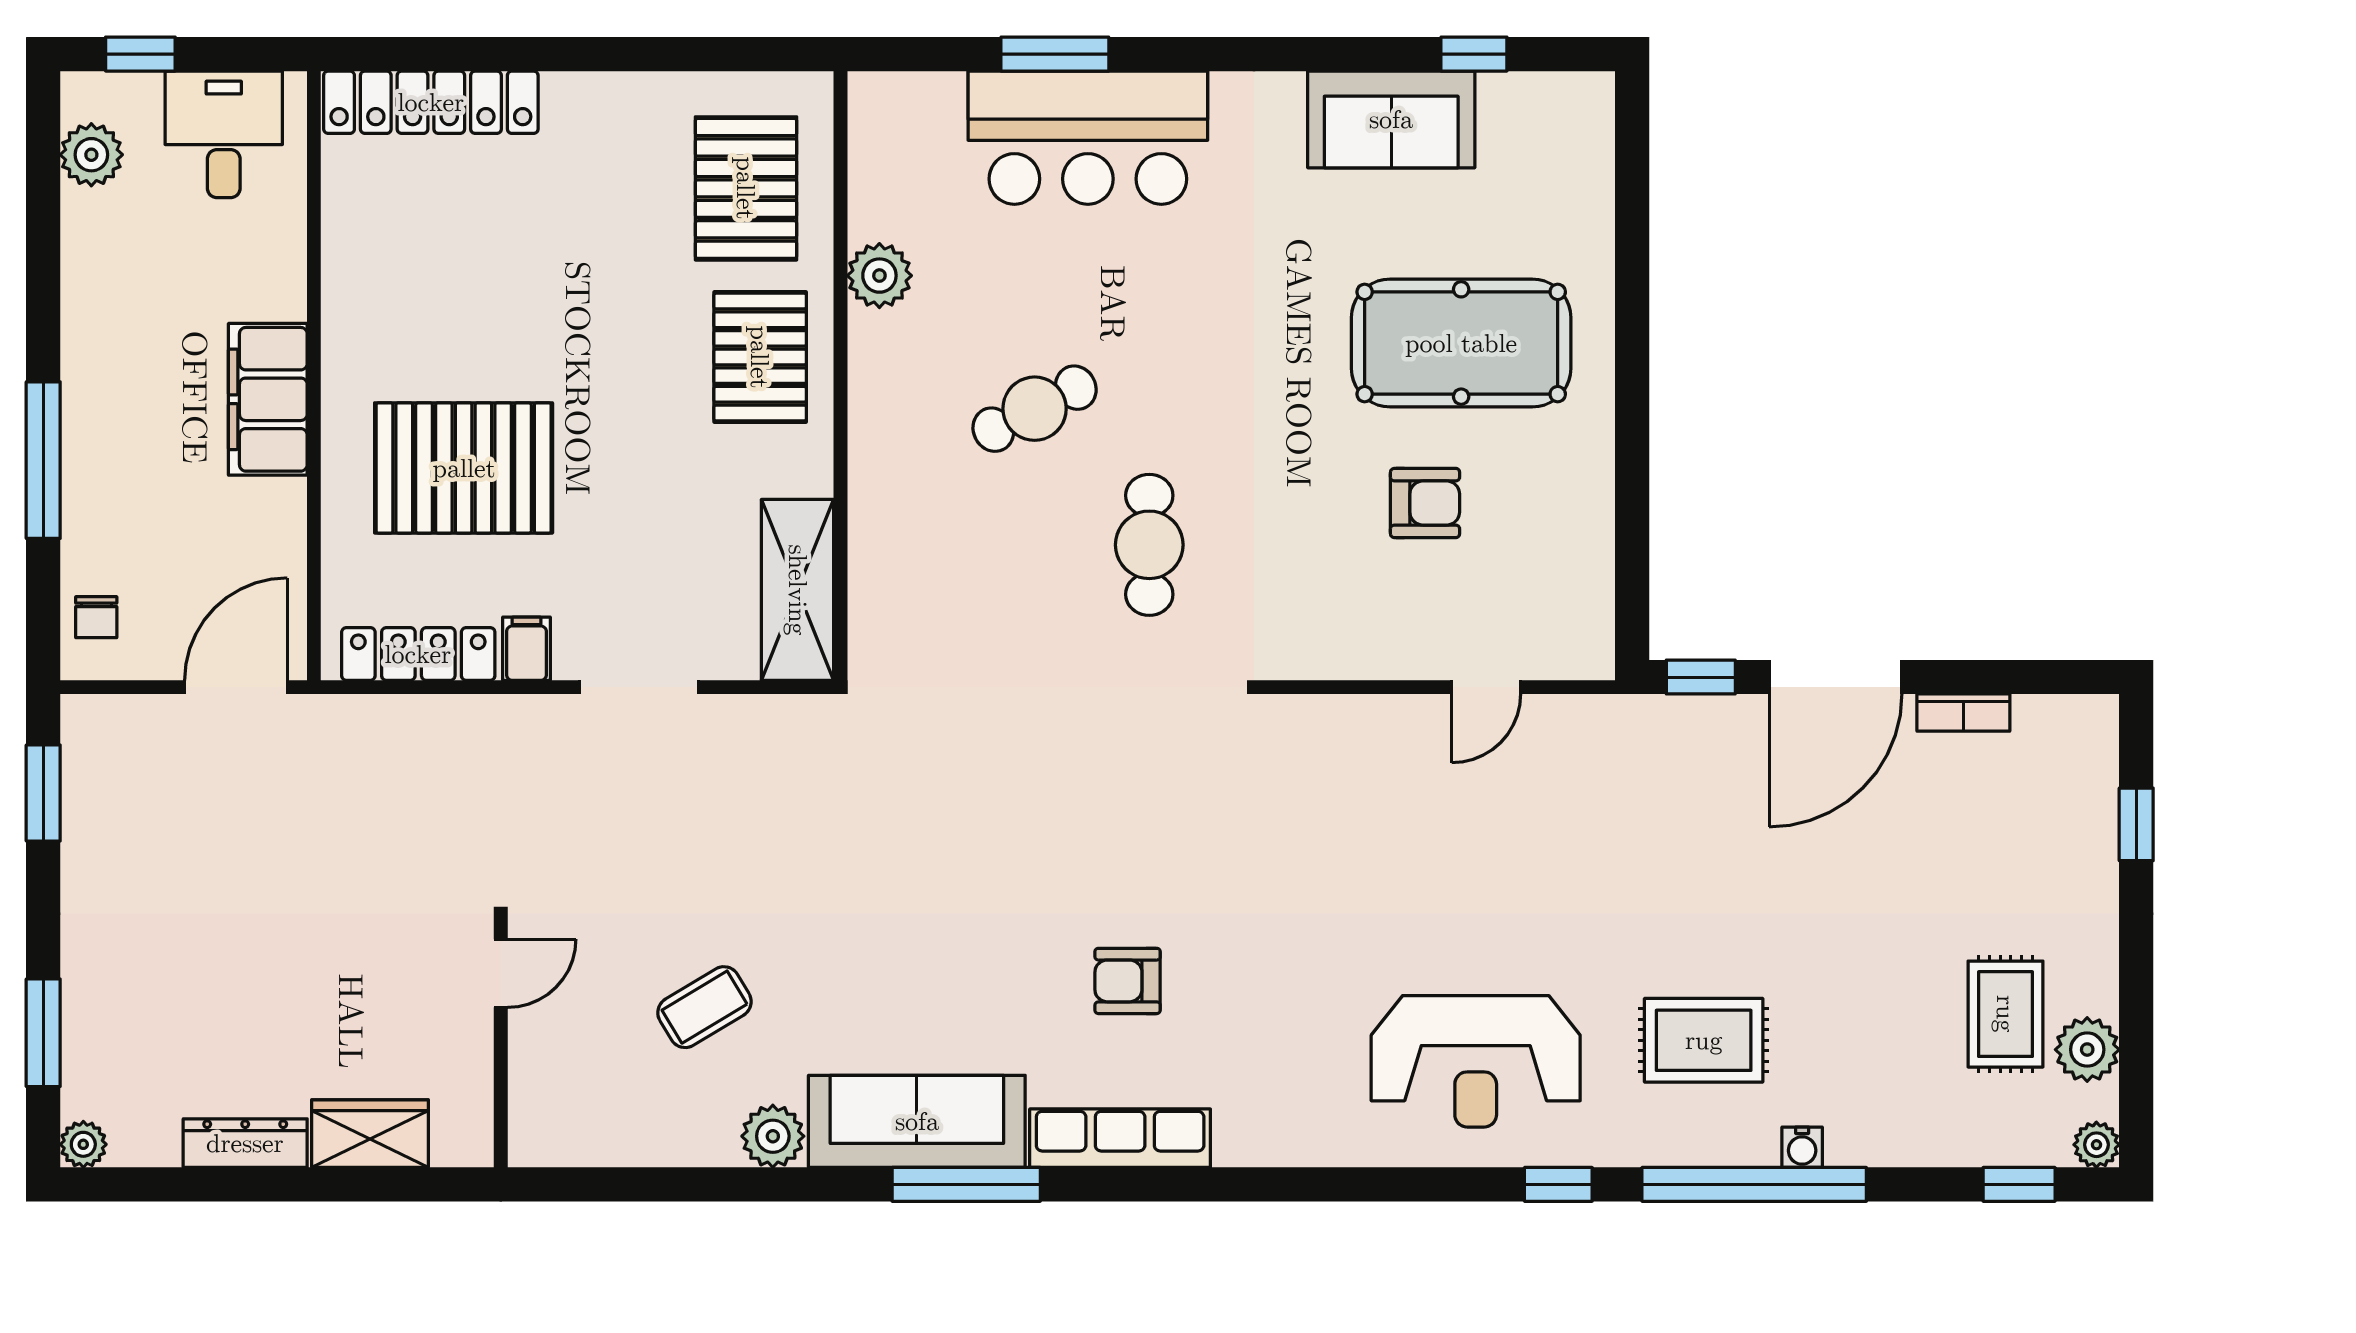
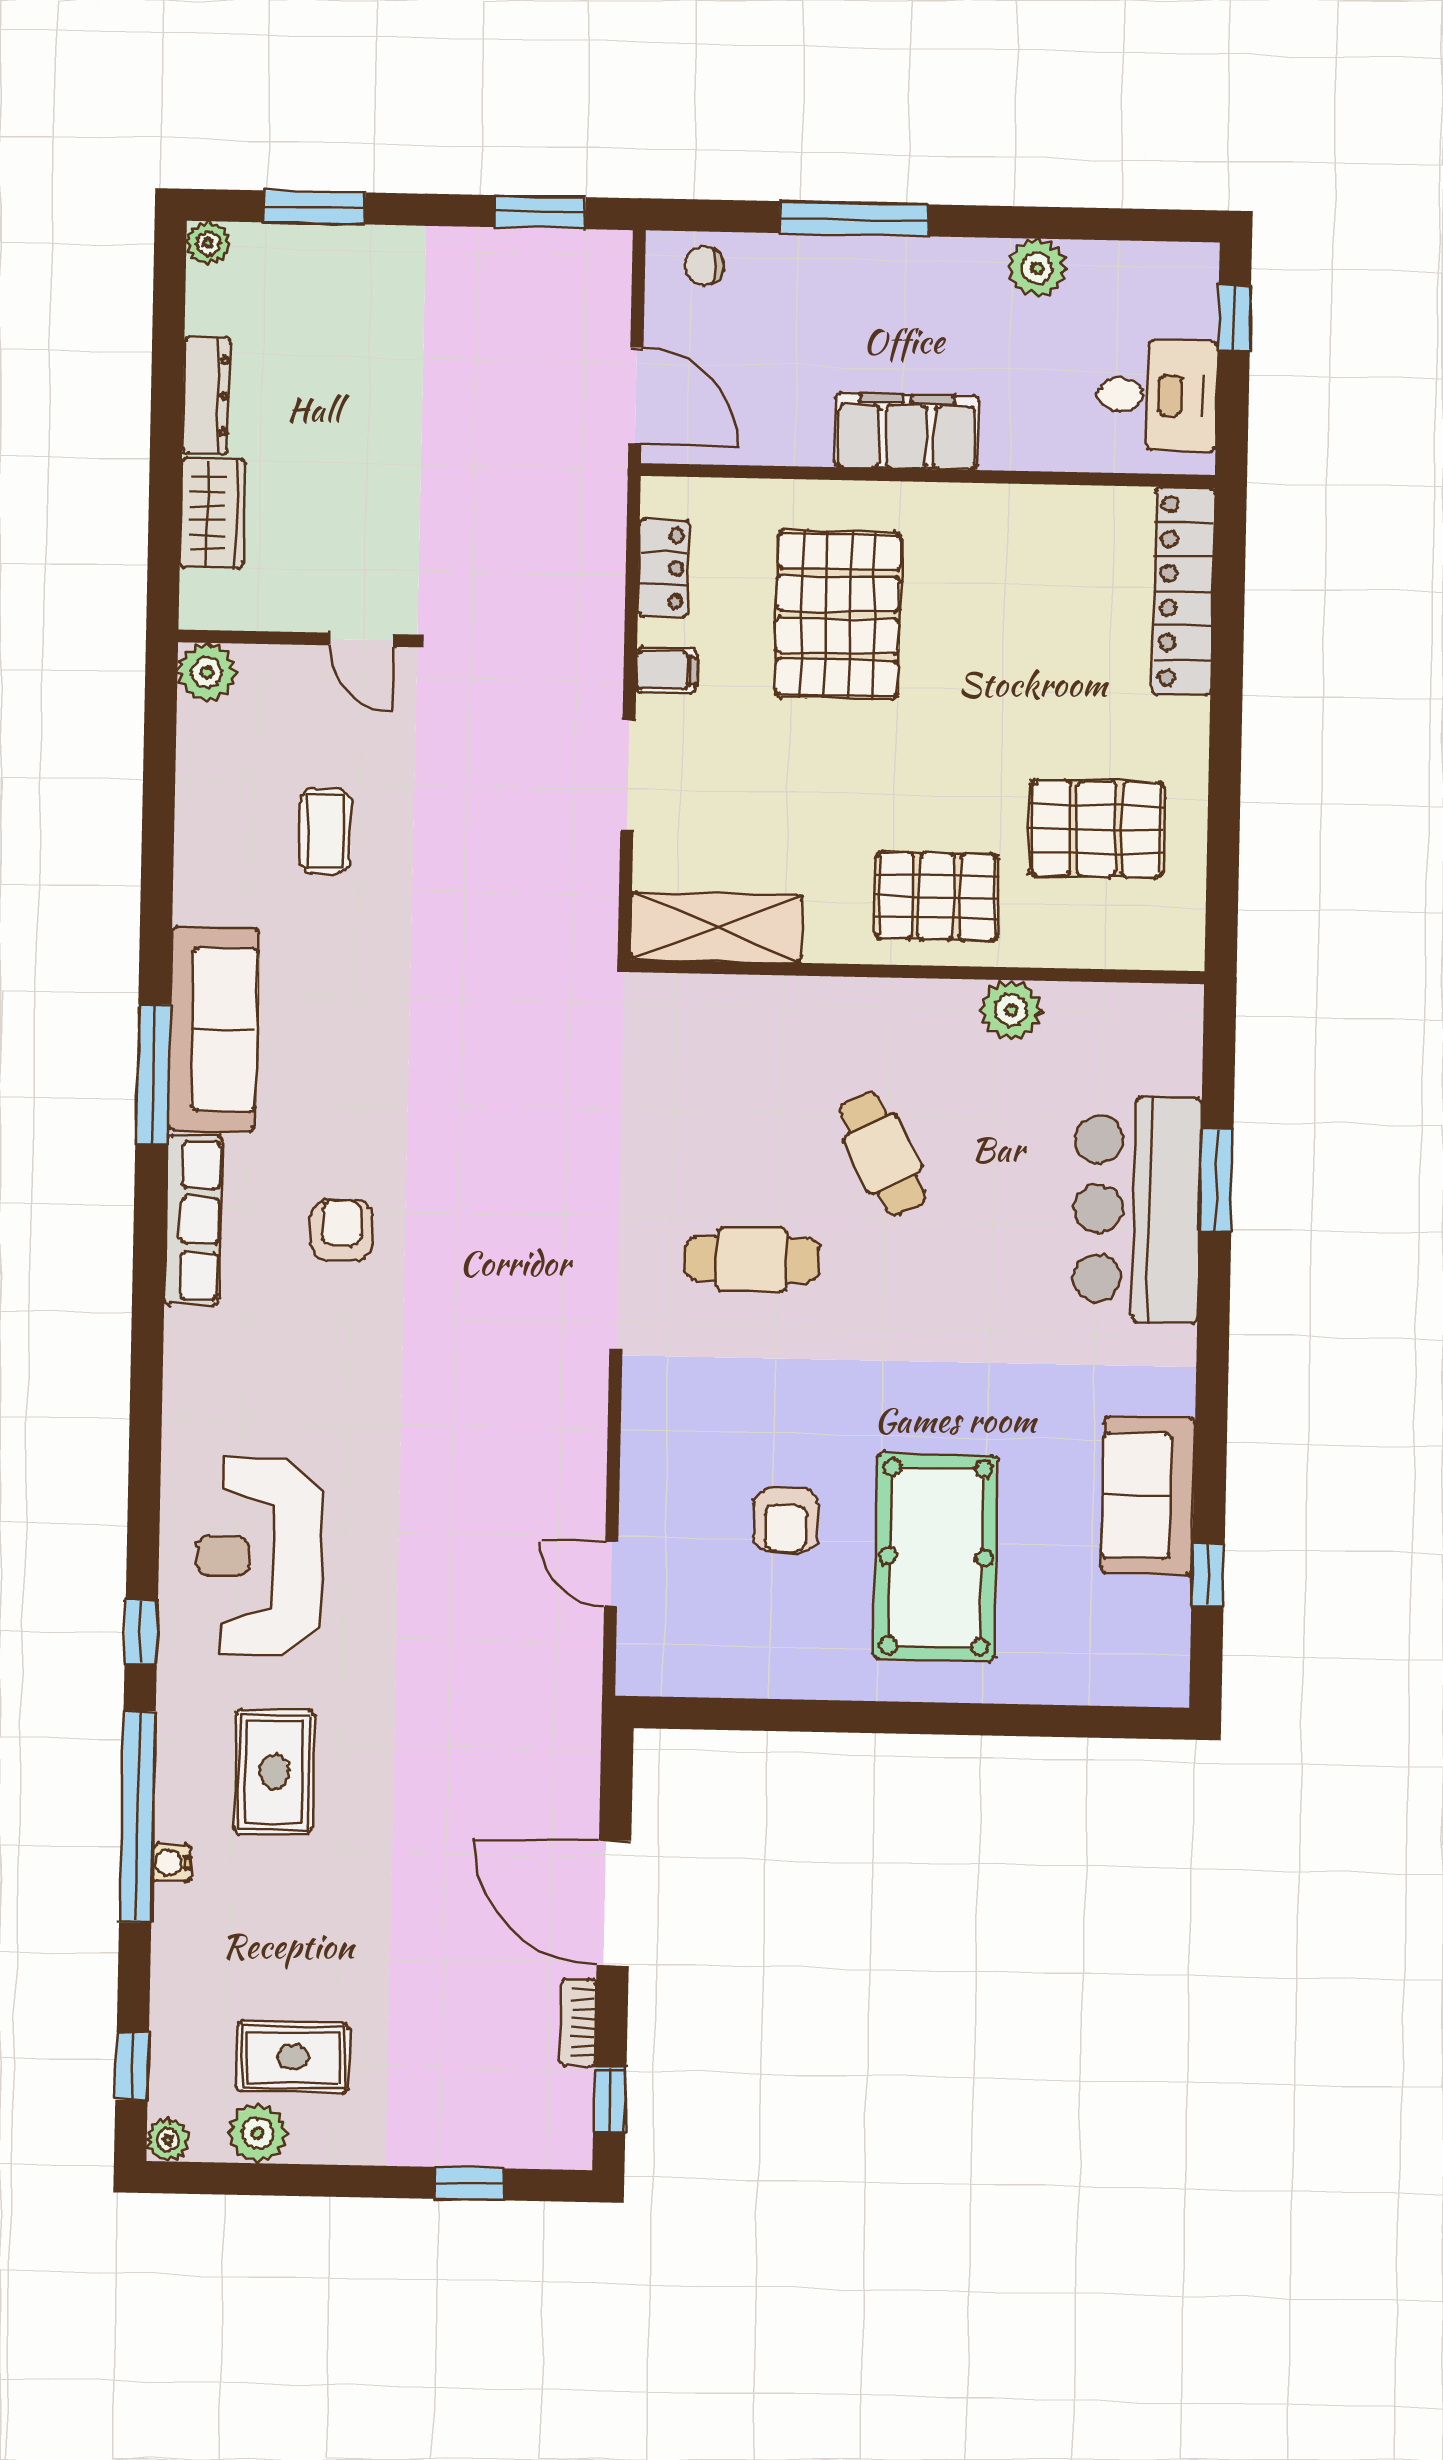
plant: (91, 155) -> (1037, 268), moved
pallet: (746, 188) -> (1097, 829), moved
locker: (418, 654) -> (664, 568), width x0.66
window: (1701, 677) -> (610, 2100), moved
coffee table: (704, 1007) -> (325, 831), turned 31
plant: (773, 1136) -> (207, 672), moved

